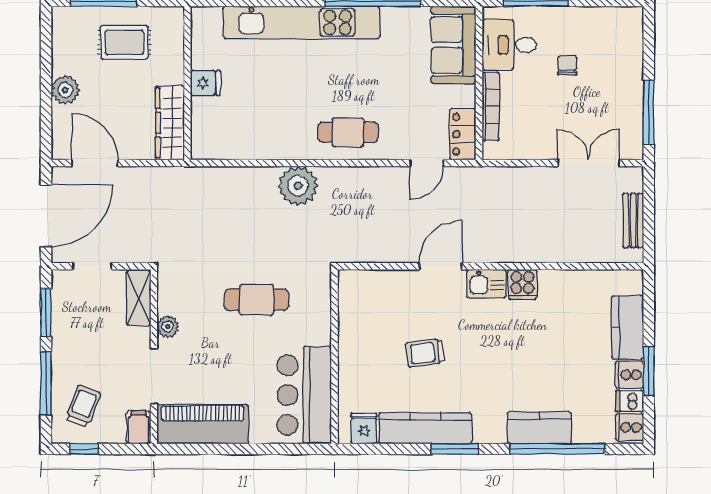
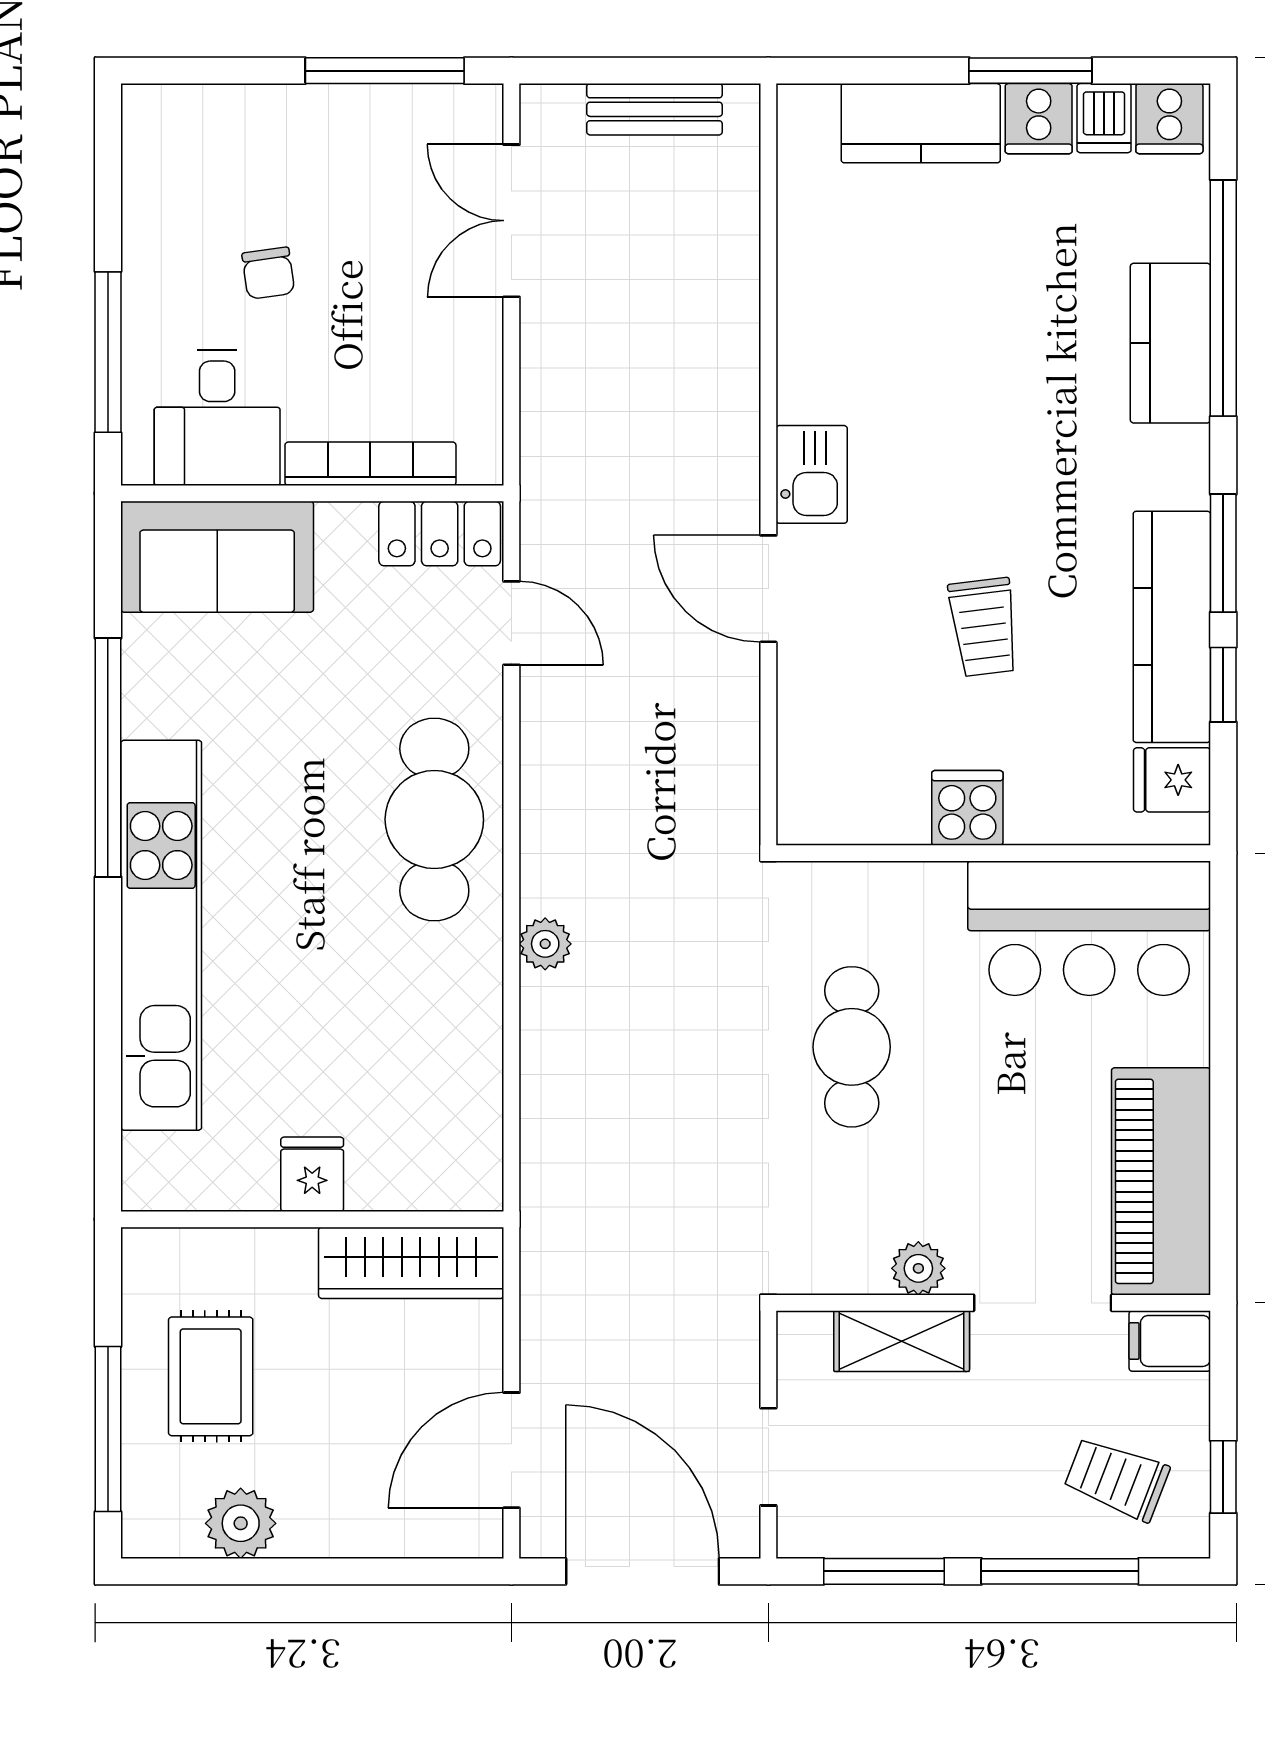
chair: (567, 65) -> (268, 273), turned -98
plant: (65, 90) -> (241, 1523), moved
cafe table: (348, 132) -> (434, 820), width x1.37, depth x1.35
plant: (298, 186) -> (545, 944), width x0.53, depth x0.53
cooker: (523, 284) -> (967, 808), moved, turned -90
shelving: (139, 298) -> (902, 1341), moved
window: (402, 449) -> (1223, 685), added

